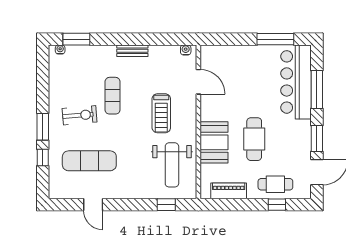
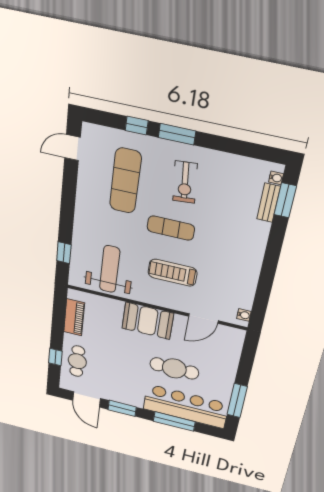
bench: (132, 51) -> (269, 203), moved
exercise mat: (113, 96) -> (171, 228), moved
cafe table: (254, 139) -> (174, 368), moved
booth: (214, 142) -> (148, 321), moved
weight bench: (172, 165) -> (110, 269), turned 90
door: (93, 205) -> (72, 148), moved

